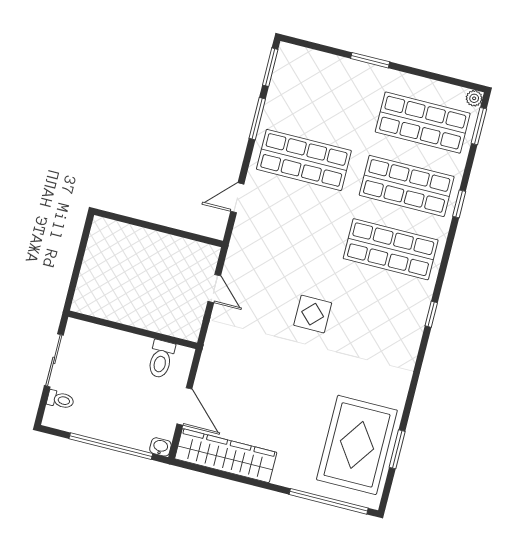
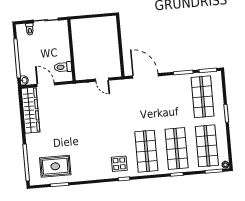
shop shelf: (304, 160) -> (203, 97), moved
door: (237, 198) -> (145, 76), width x1.88
door: (214, 289) -> (102, 80), hinge flipped
display table: (313, 314) -> (119, 164), moved
door: (184, 406) -> (46, 85), swing flipped
rug: (357, 445) -> (55, 166), width x0.73, depth x0.69

